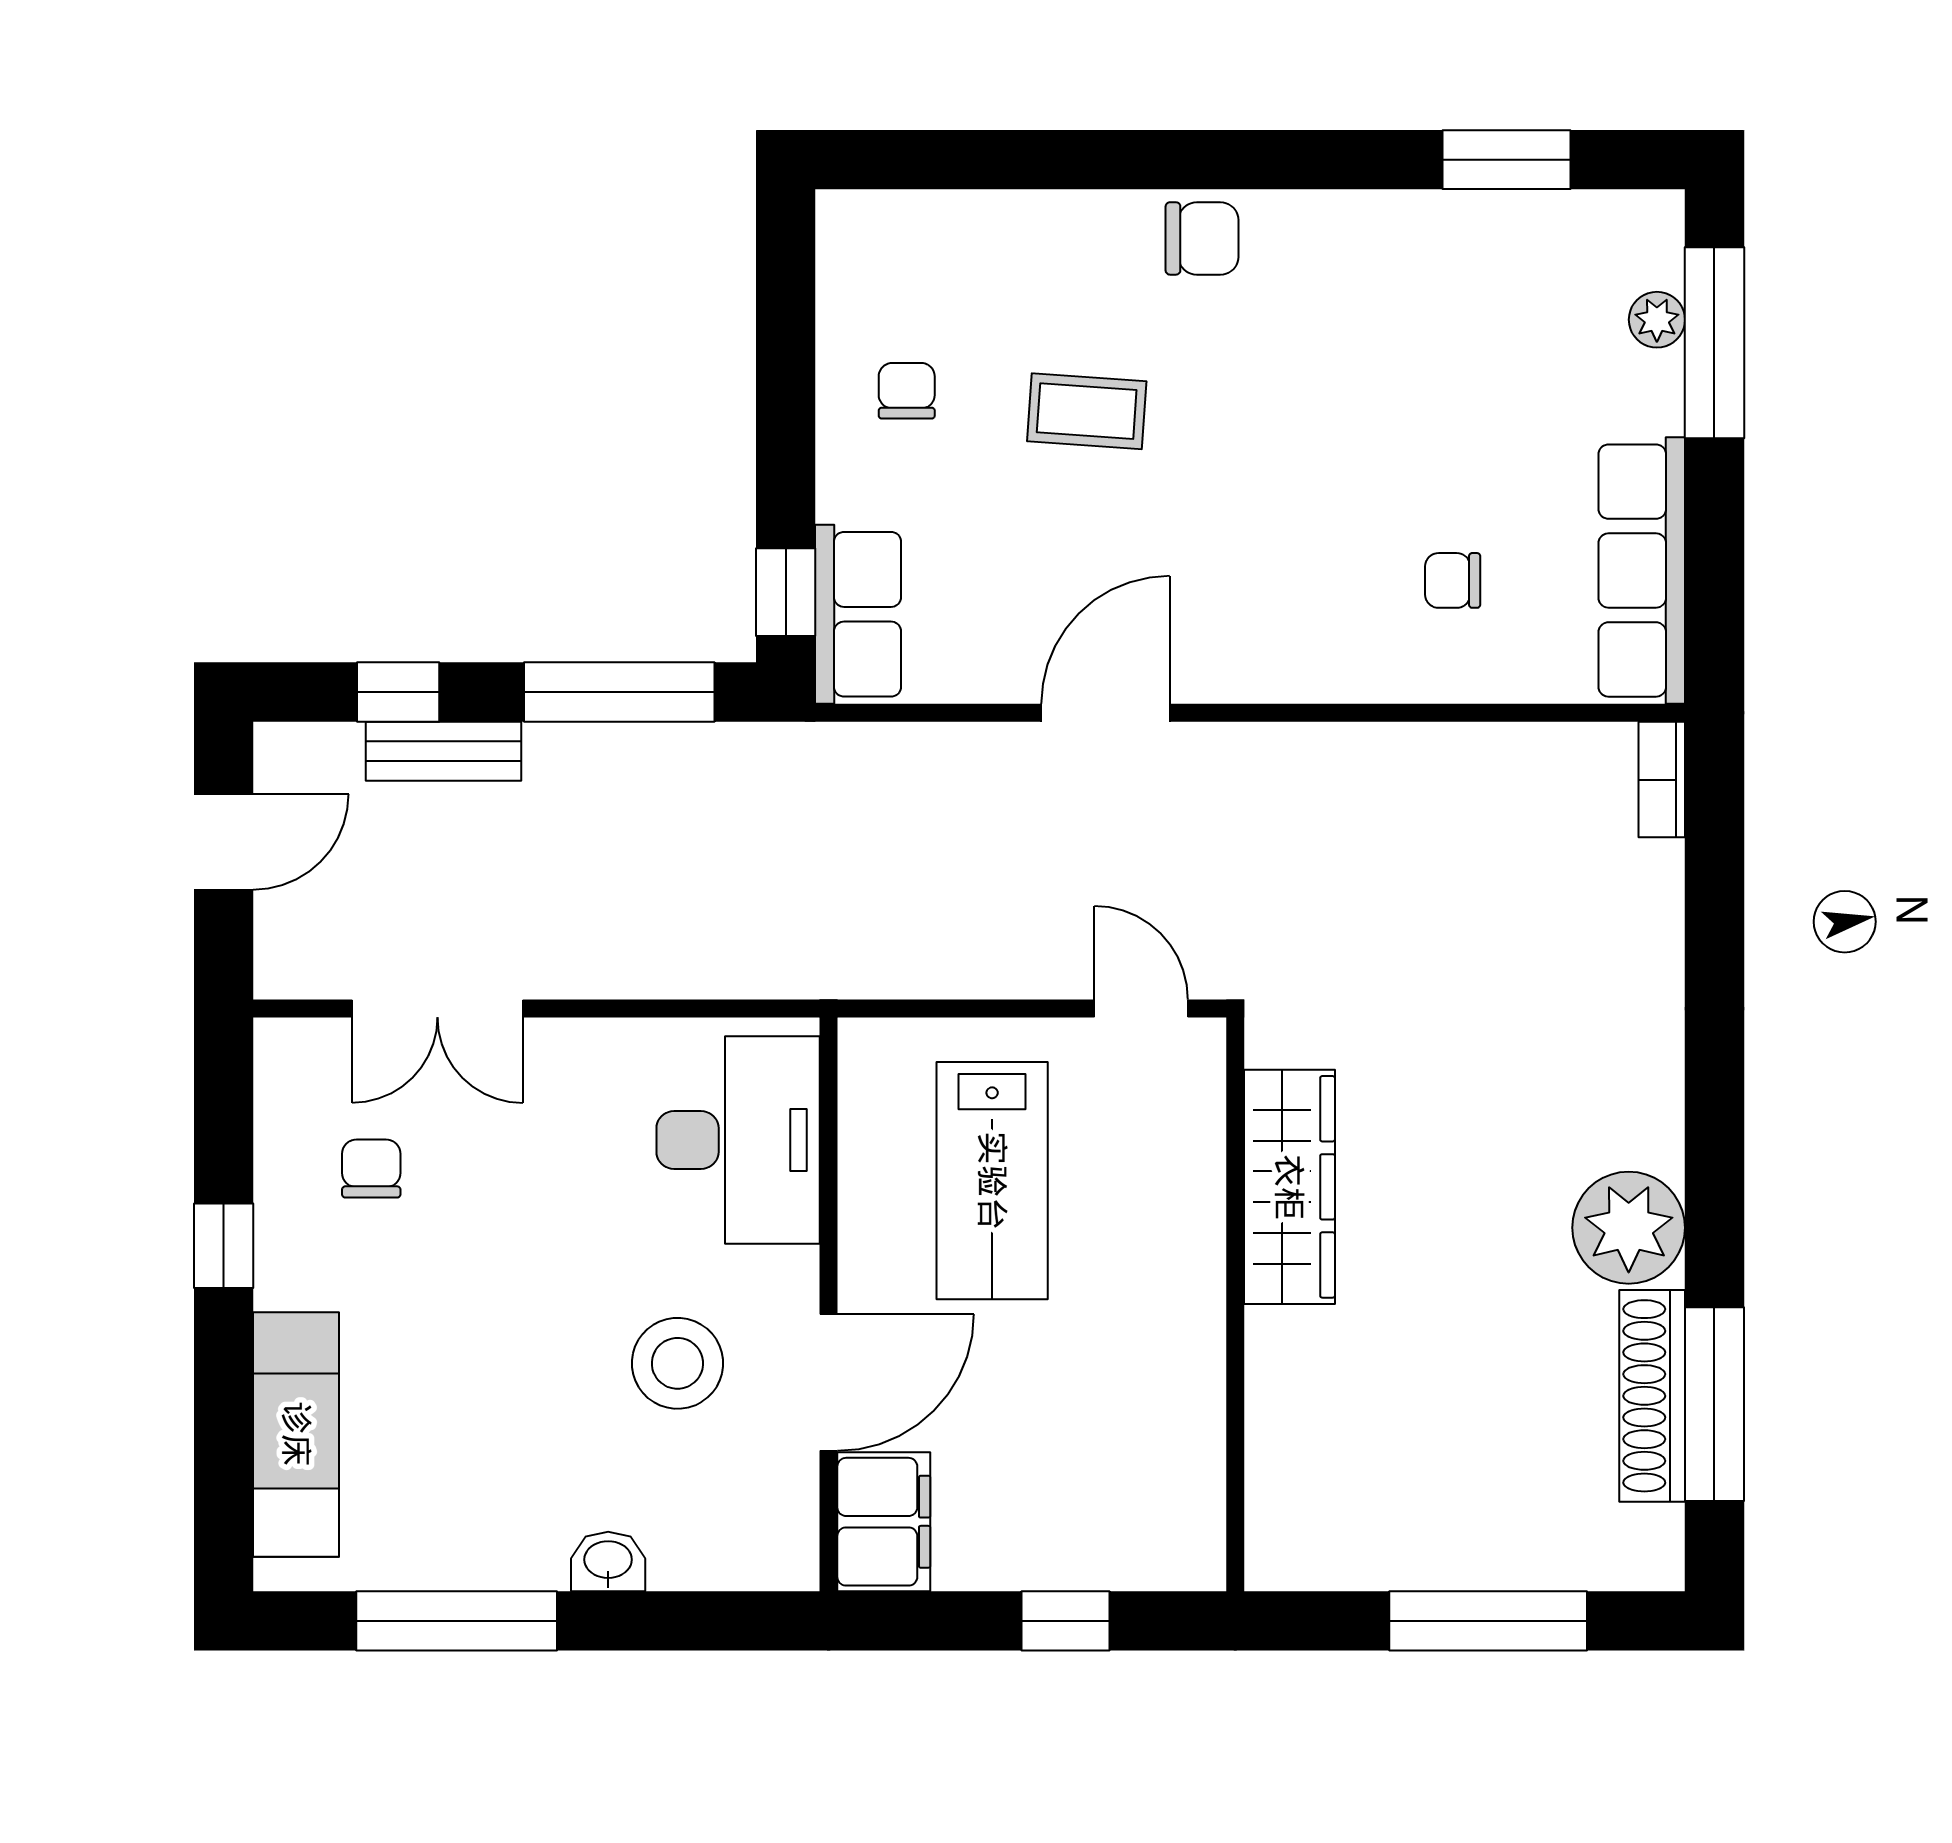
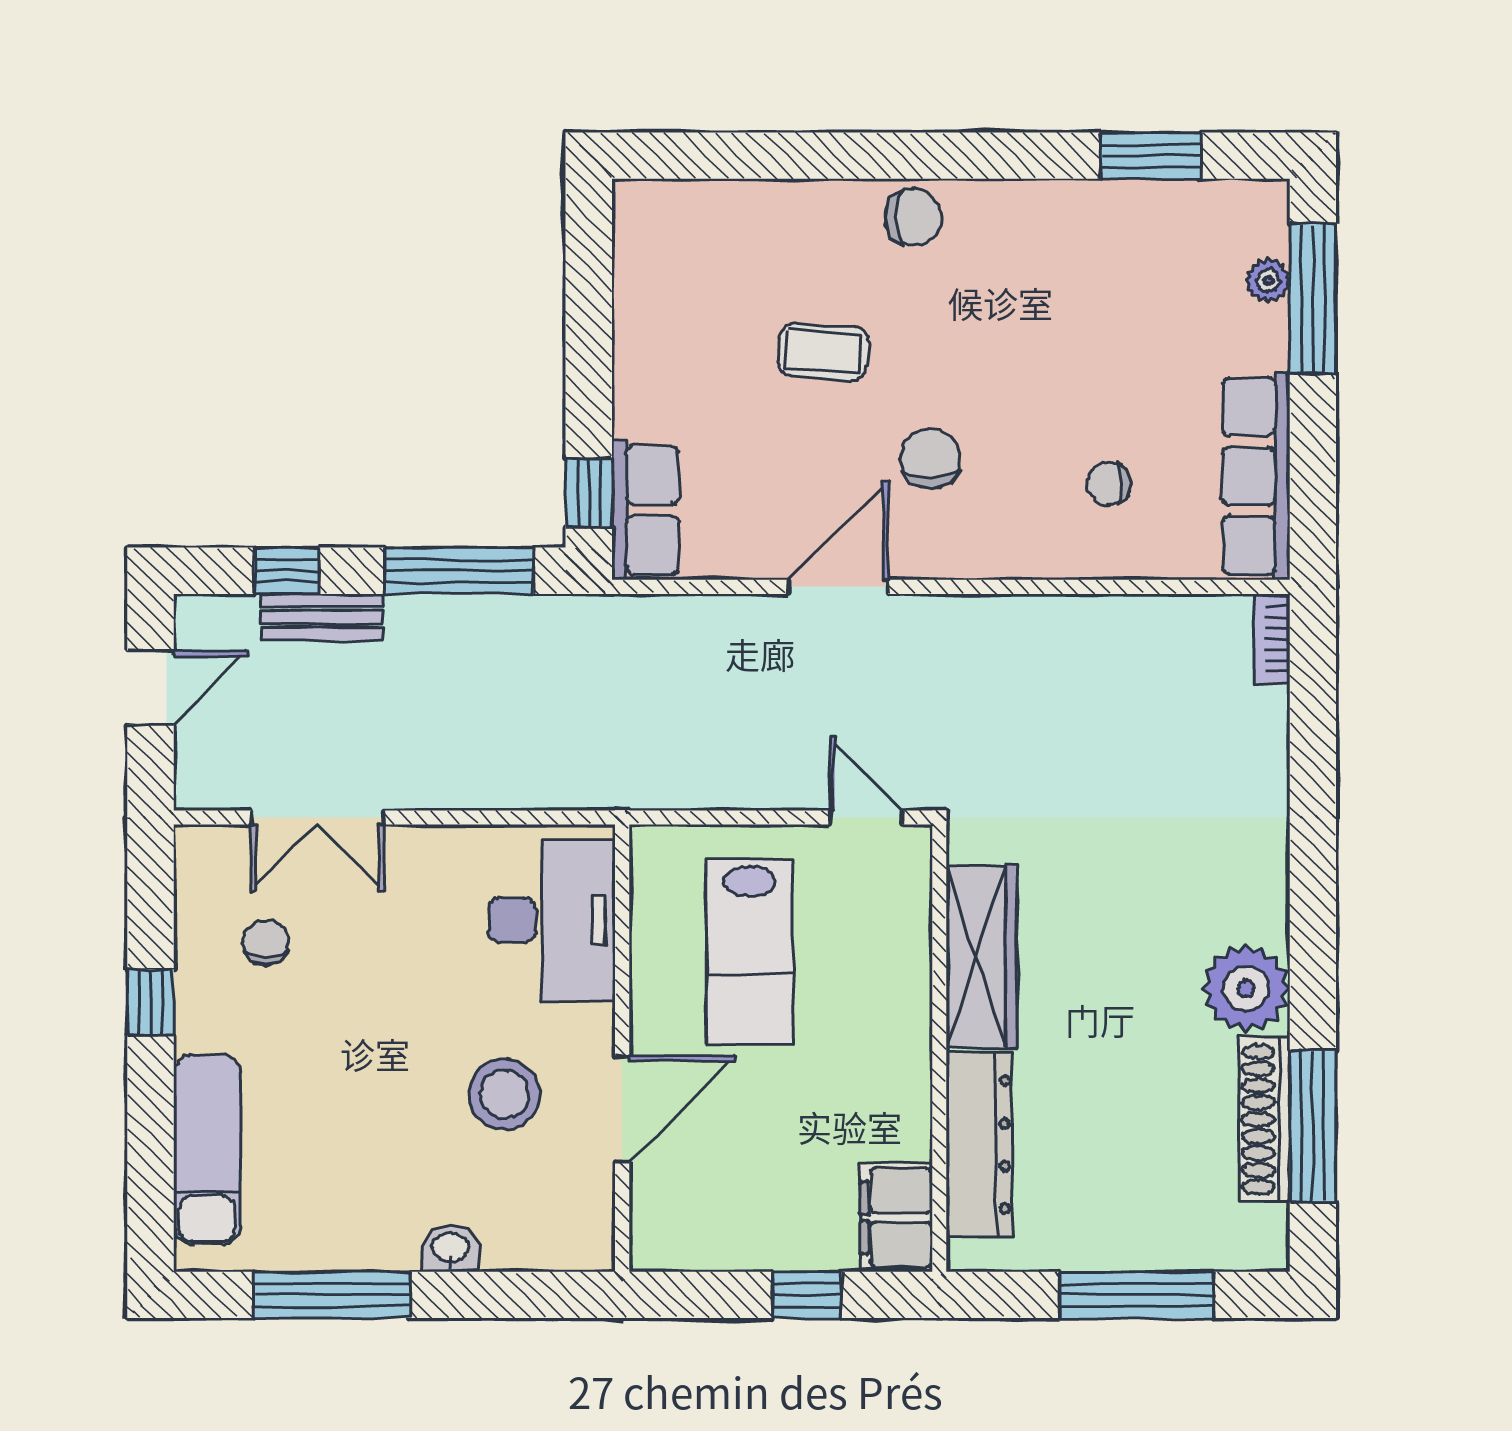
chair: (907, 391) -> (930, 458), moved, width x1.37, depth x1.37
dresser: (1286, 1428) -> (979, 1145), added
filing cabinet: (884, 1522) -> (896, 1218), moved, turned 180

